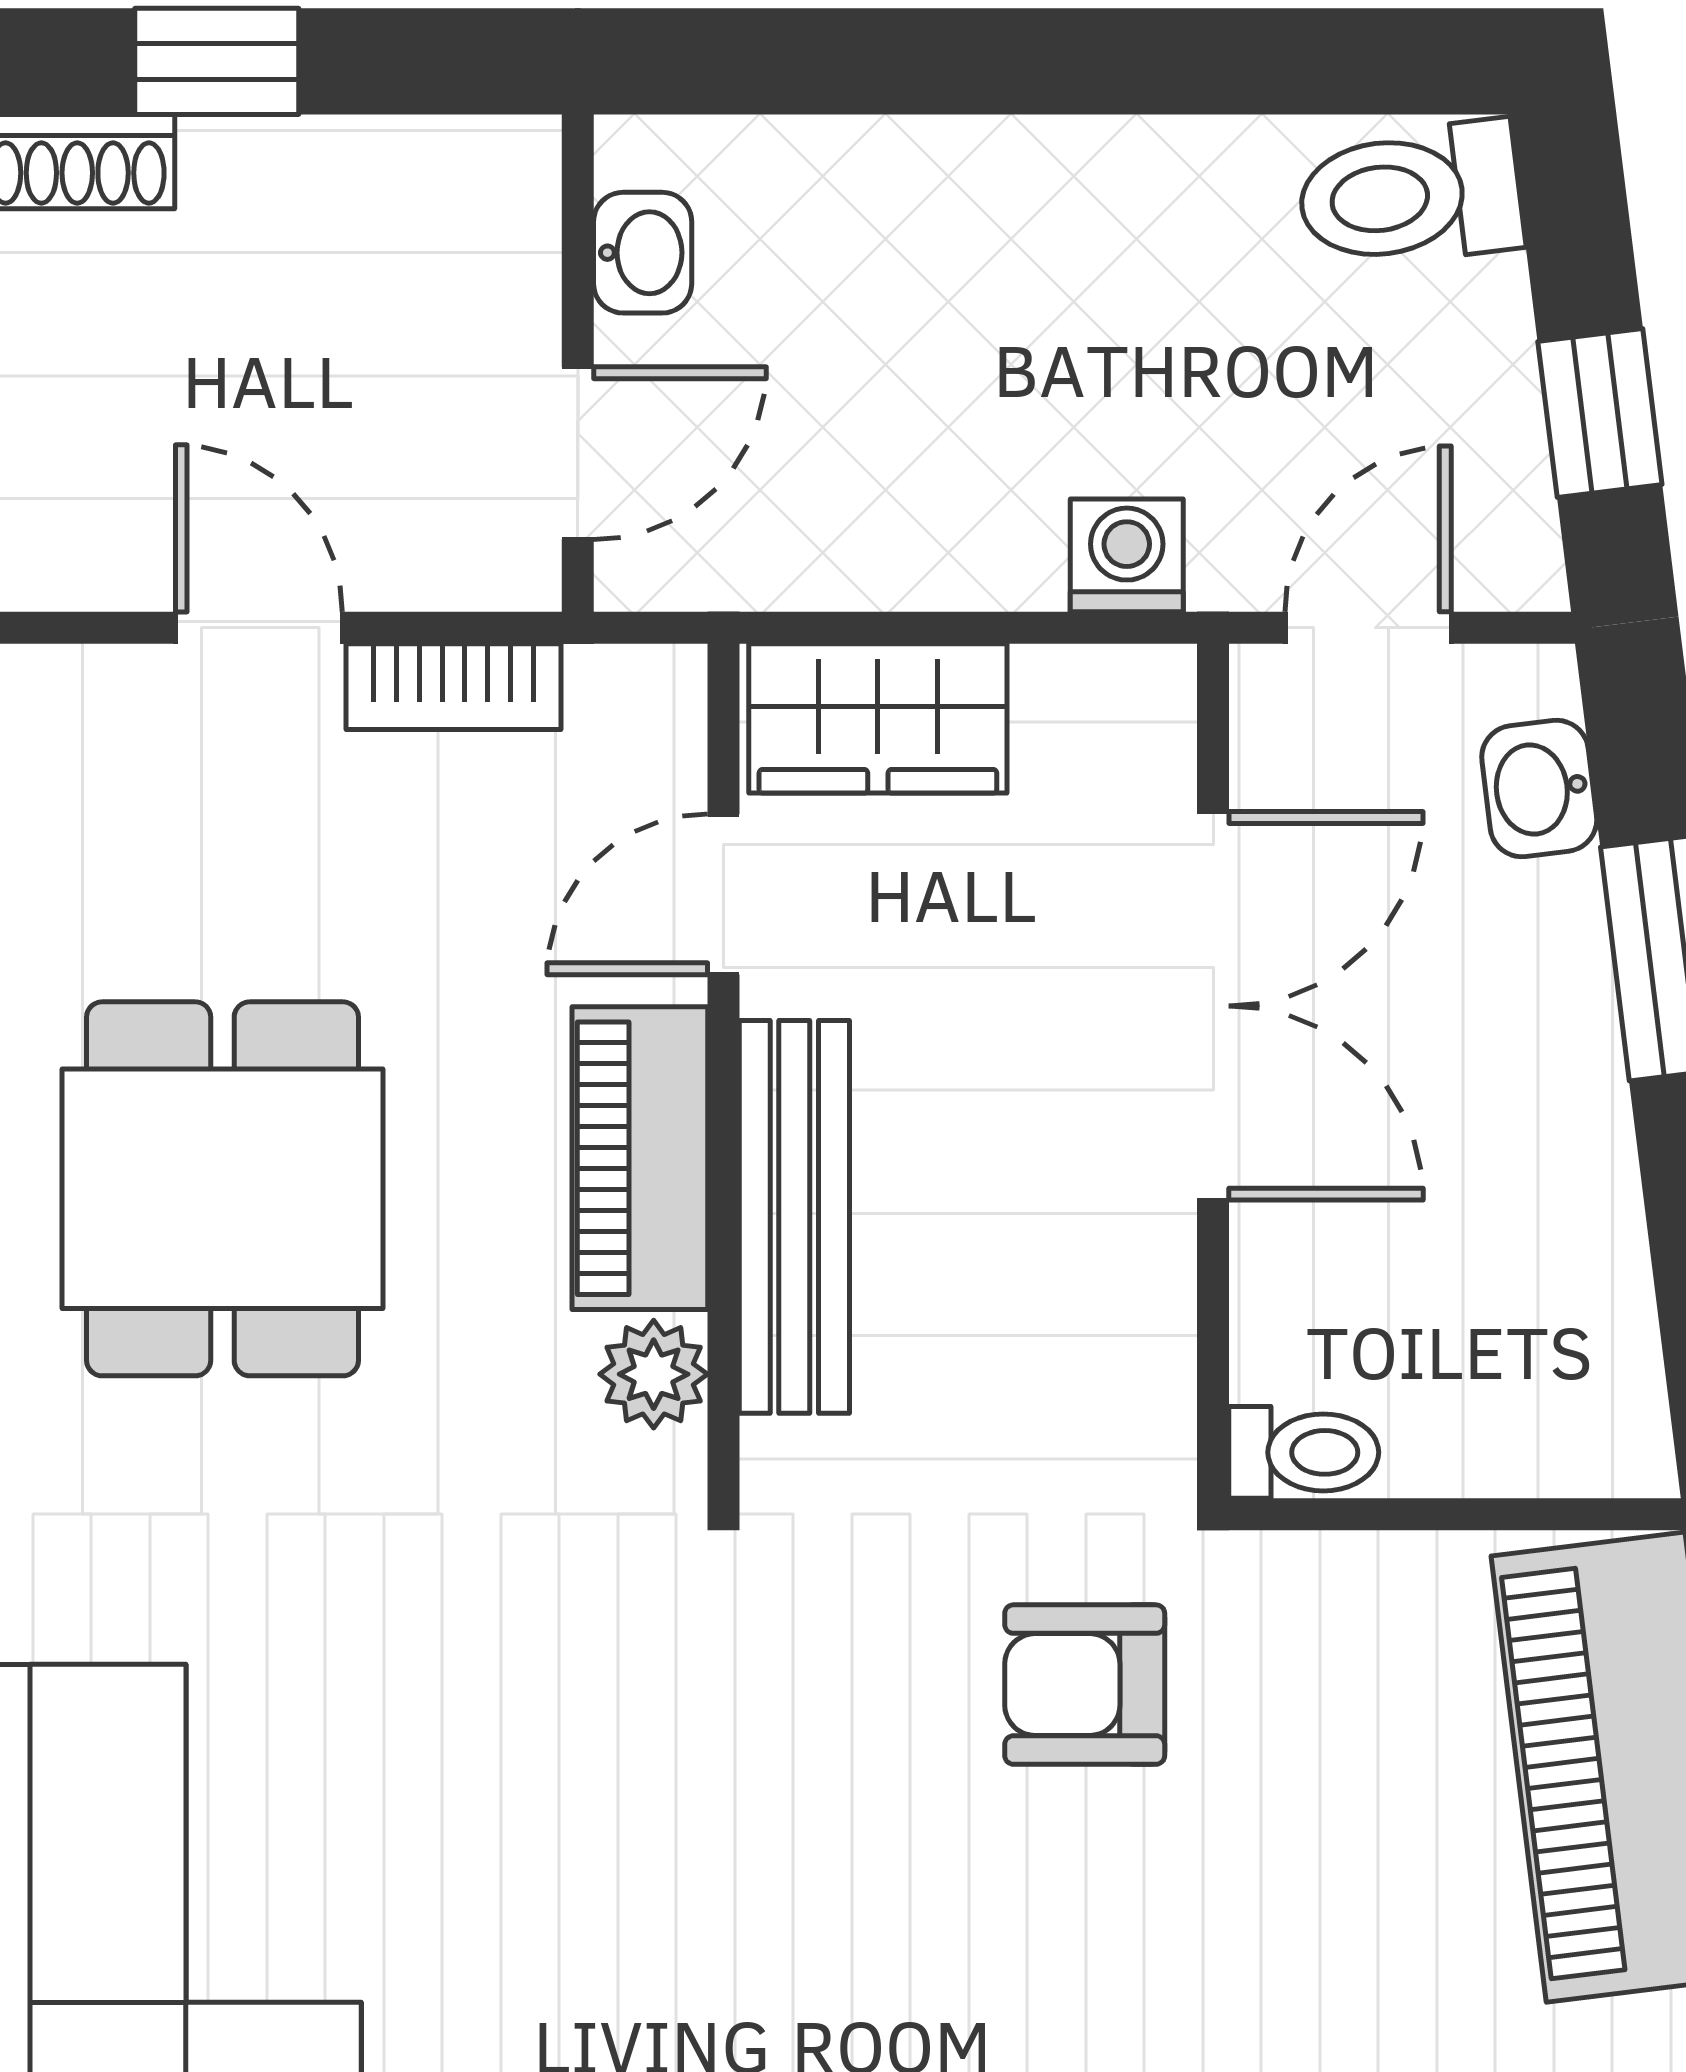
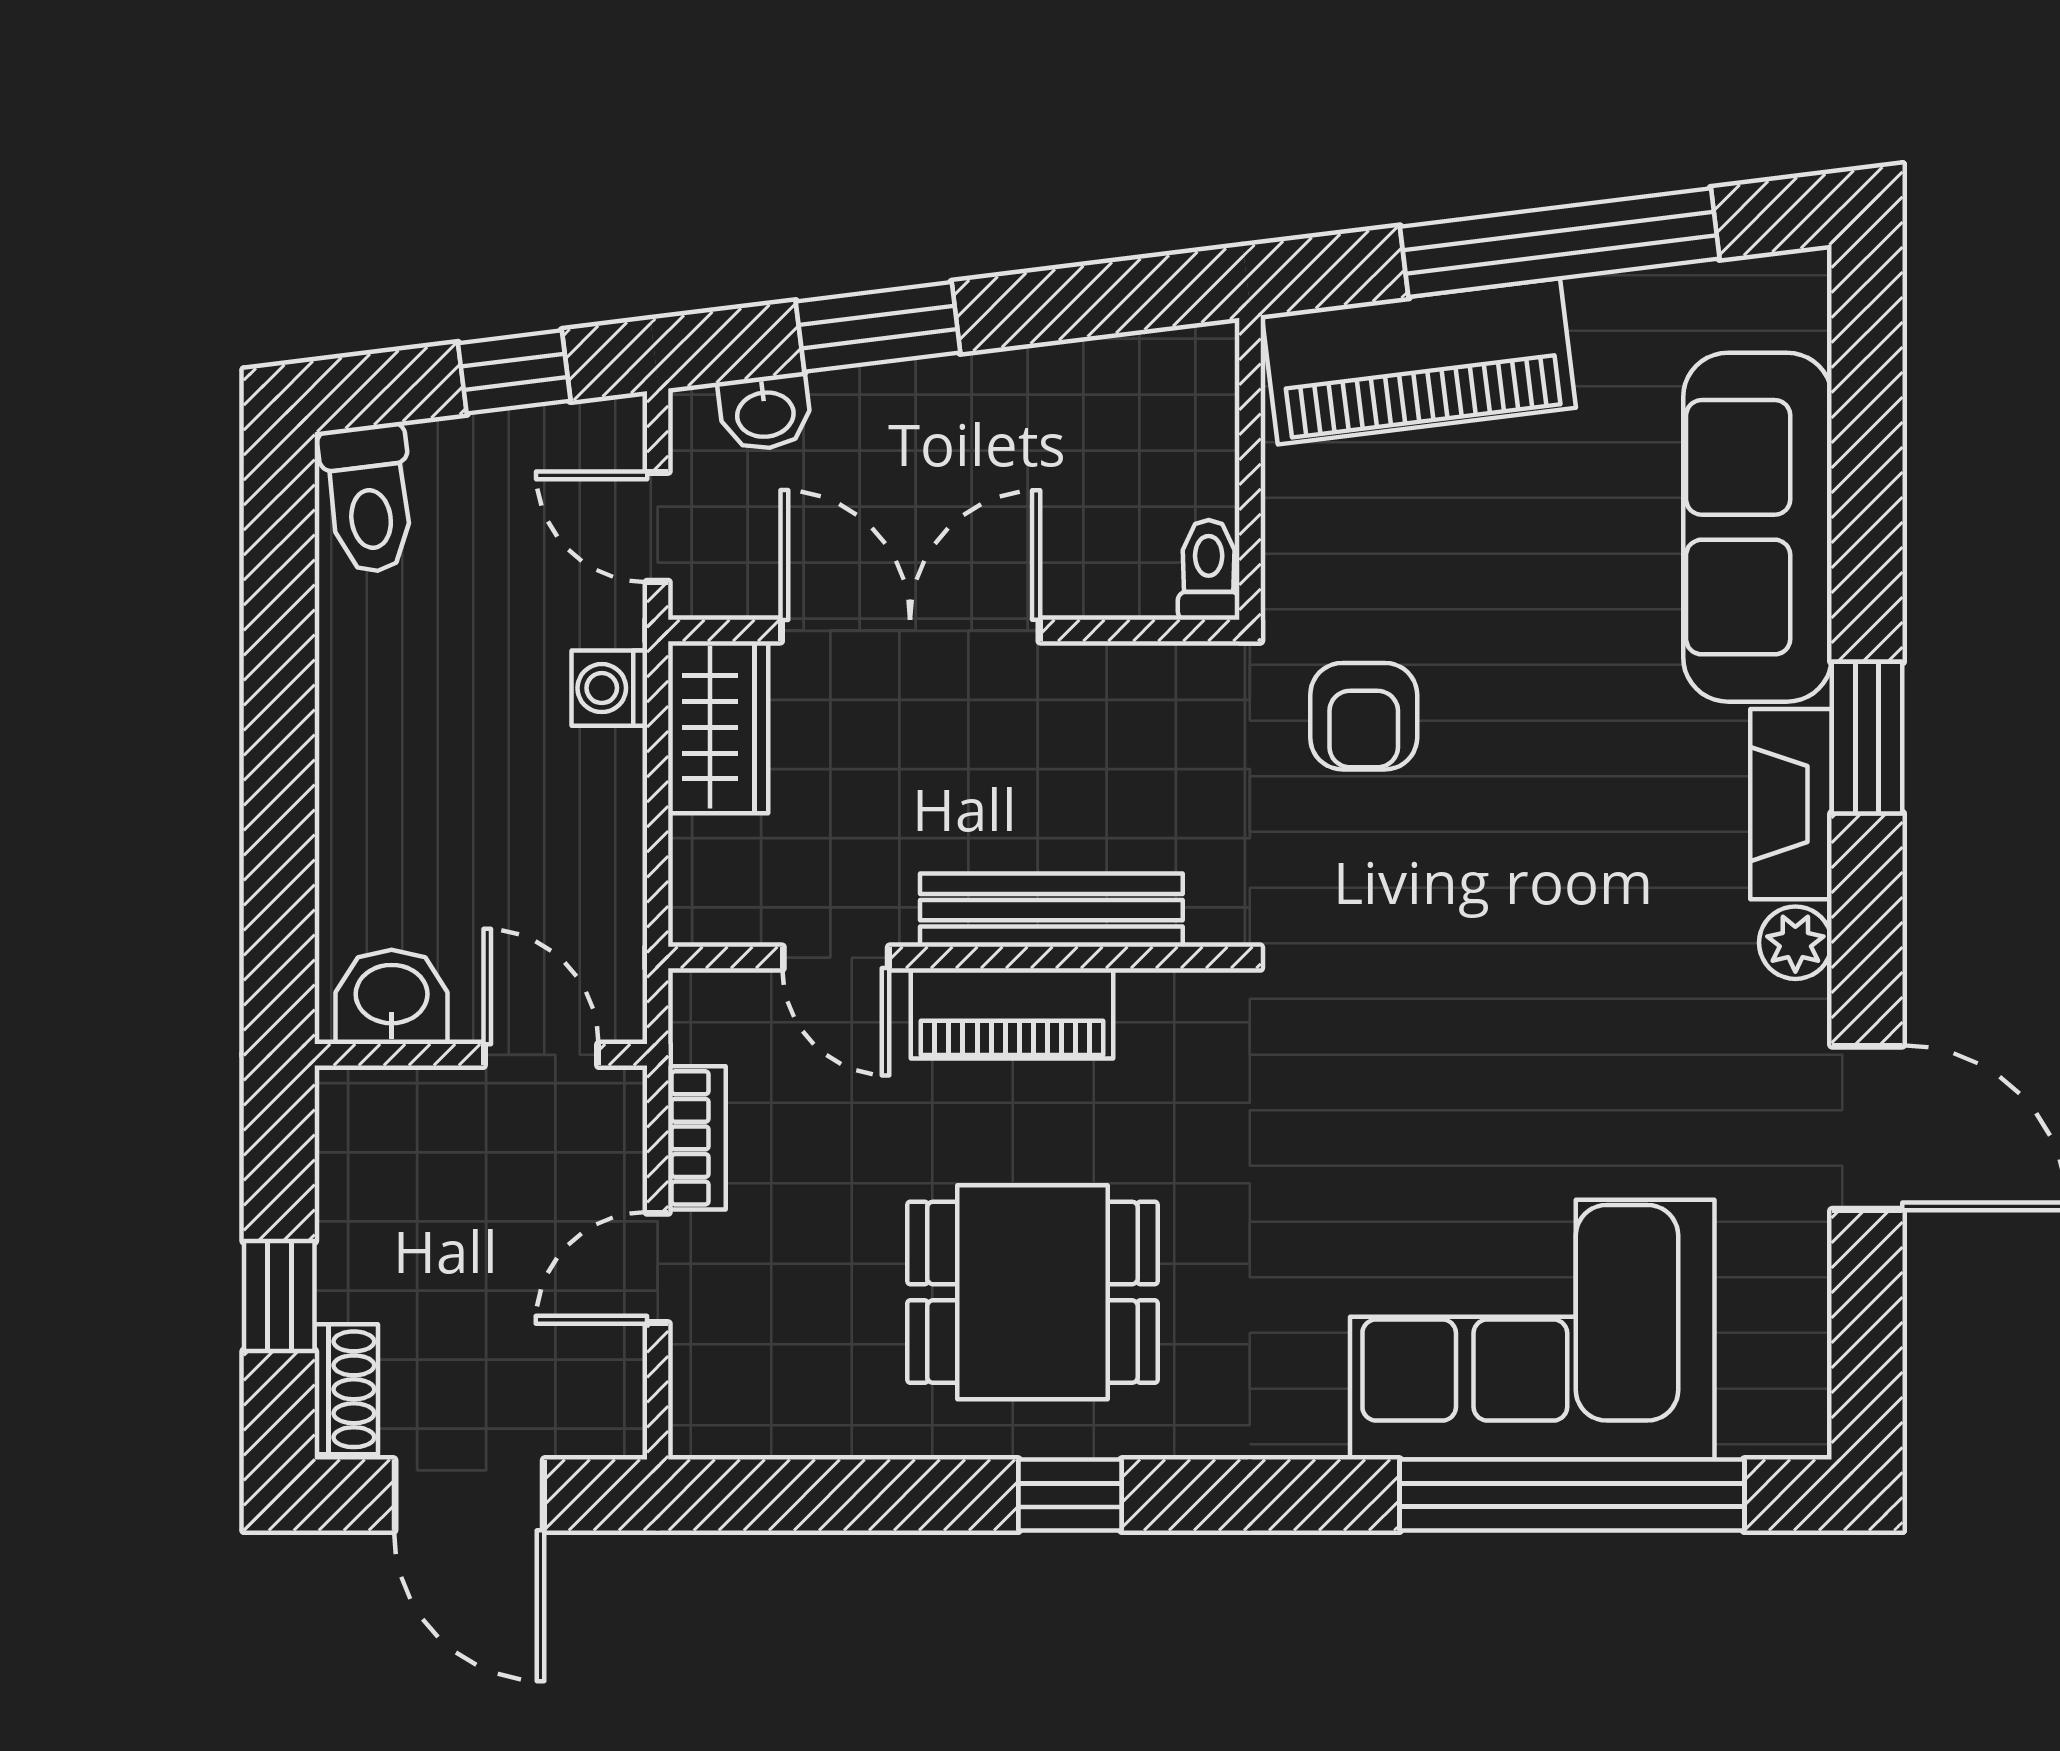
washbasin: (643, 253) -> (392, 997), width x1.38, depth x1.45
wardrobe: (878, 718) -> (718, 727), moved
plant: (654, 1374) -> (1156, 1004), removed

